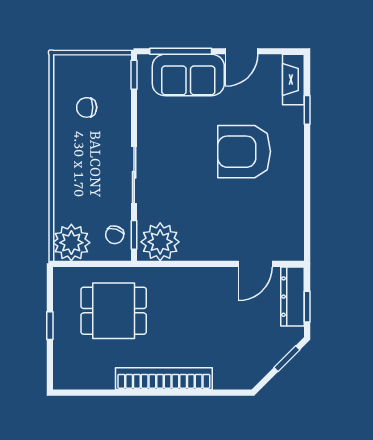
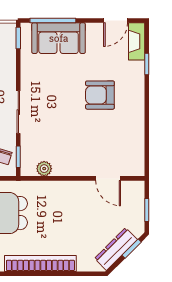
door: (242, 51) -> (116, 21), moved
armchair: (244, 152) -> (100, 95), width x0.73, depth x0.73
plant: (160, 242) -> (44, 169), width x0.53, depth x0.53
door: (255, 264) -> (108, 178), hinge flipped
dresser: (293, 297) -> (116, 249), moved, turned 45

